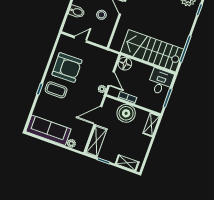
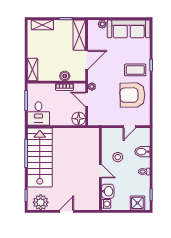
stairs: (152, 51) -> (40, 158), moved, turned -90
boiler: (126, 113) -> (65, 76), width x0.54, depth x0.54

